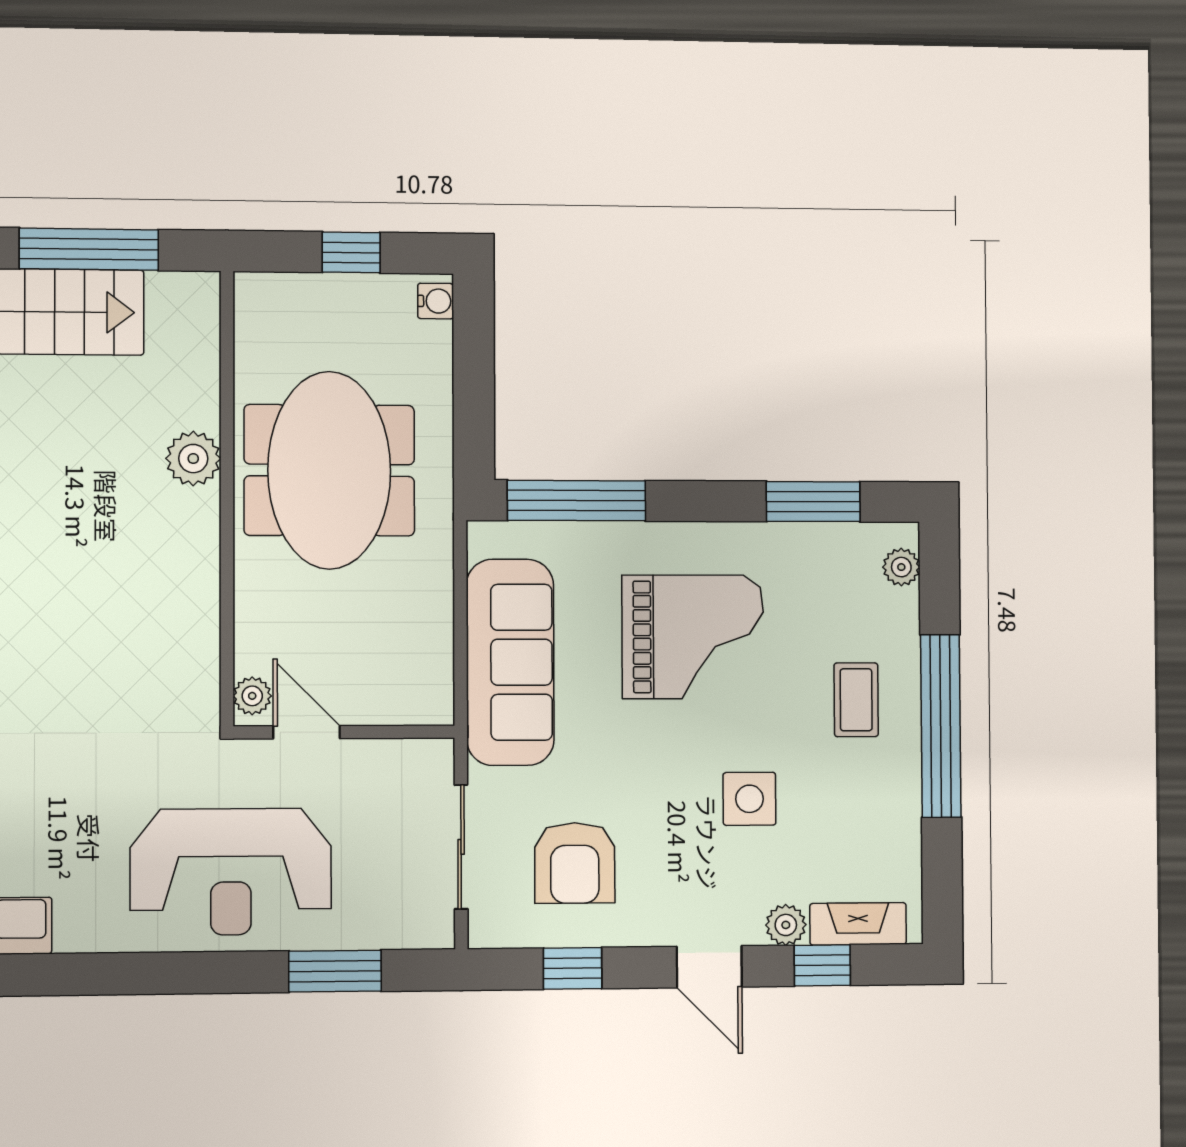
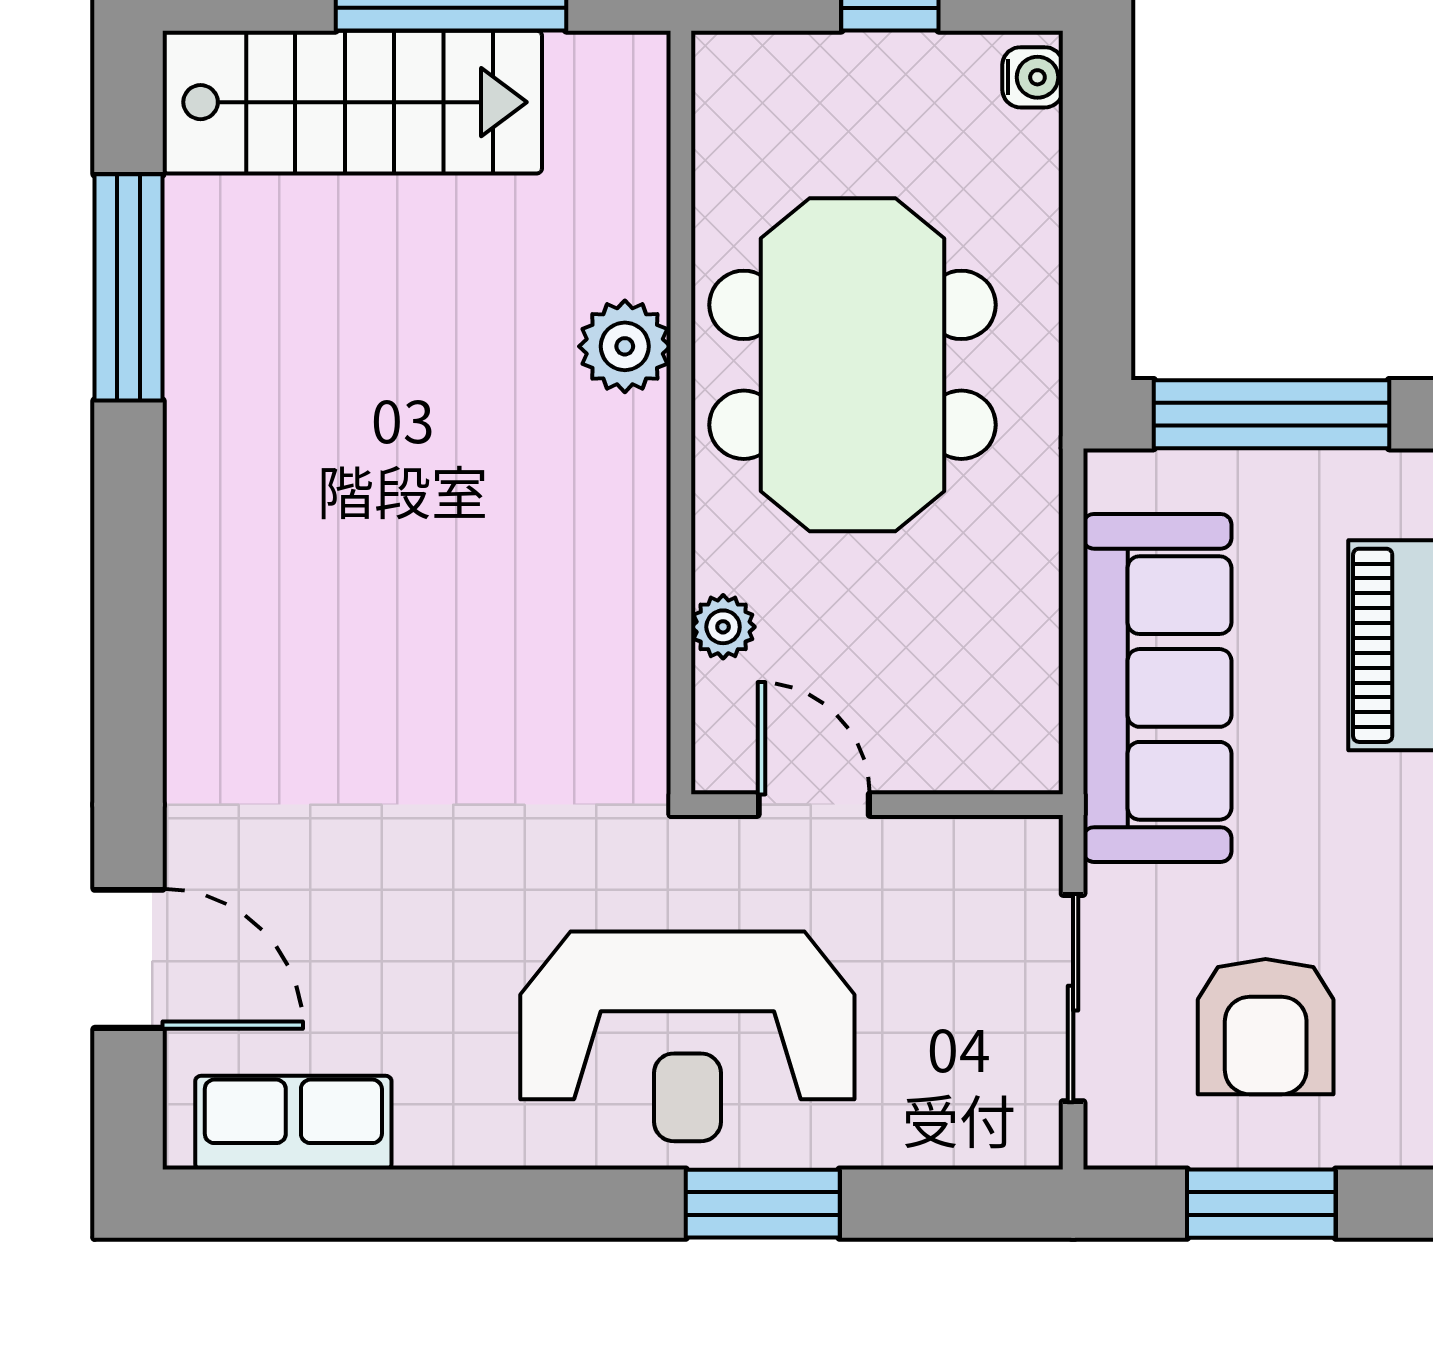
plant: (252, 696) -> (723, 627), moved
window: (573, 968) -> (1261, 1204), width x1.50
window: (335, 971) -> (763, 1204), moved

